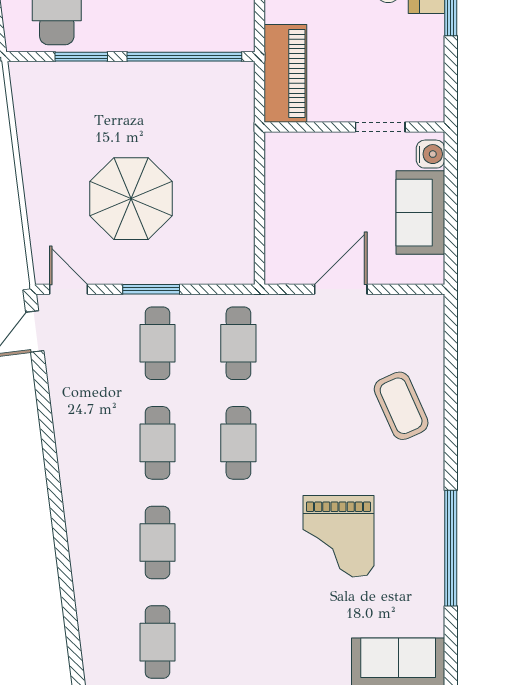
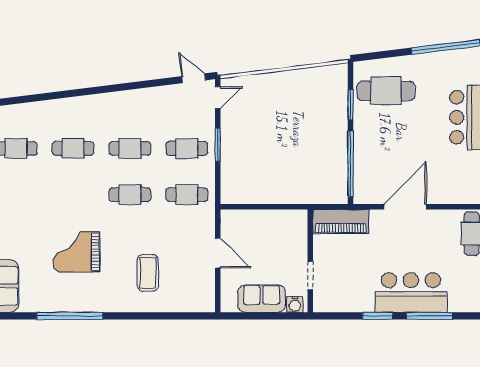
parasol: (131, 199) -> (269, 133), removed
coffee table: (401, 406) -> (148, 273), moved, turned -66

